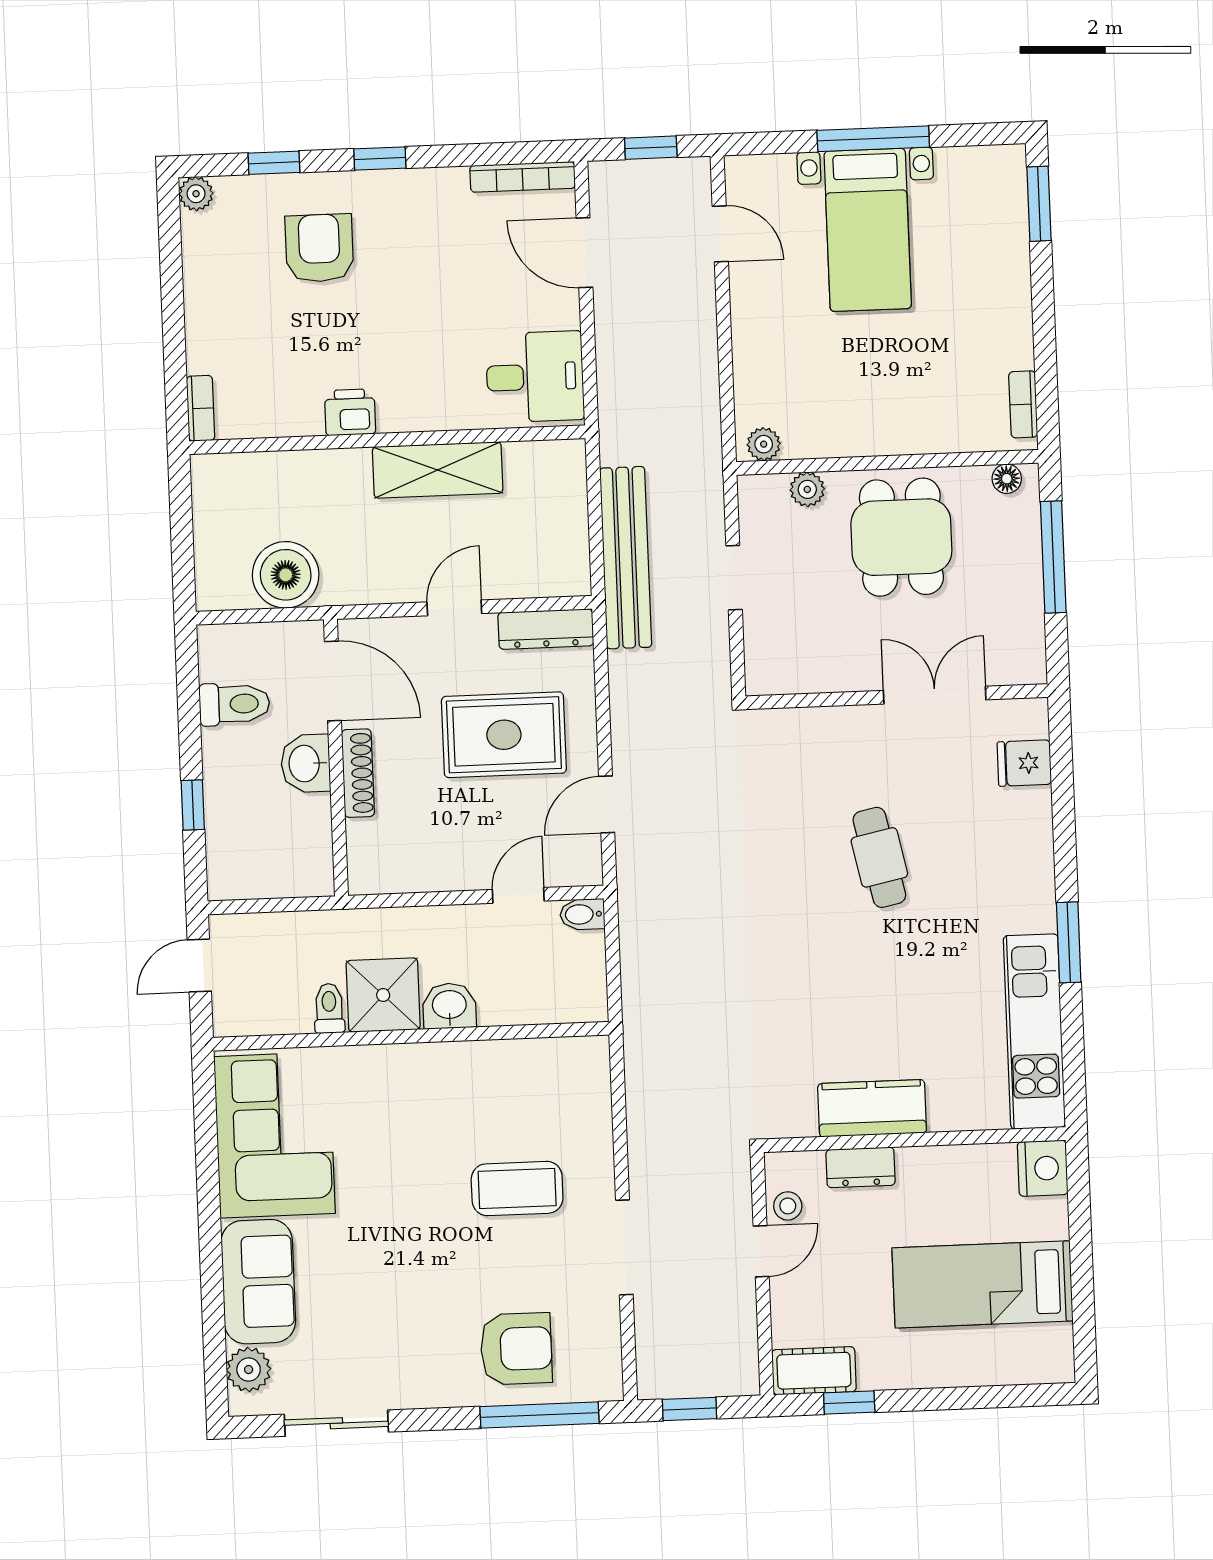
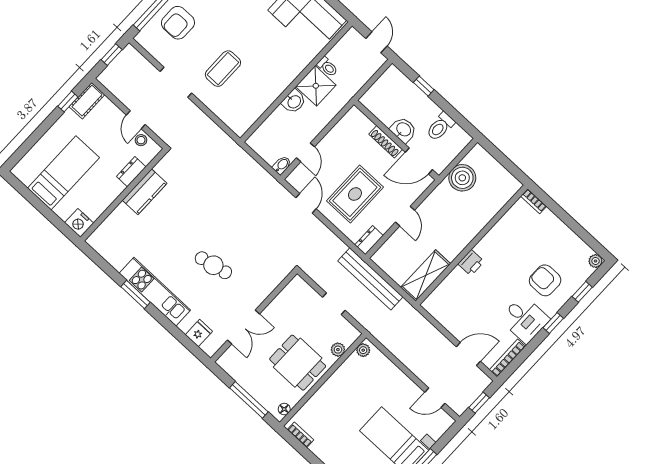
armchair: (319, 248) -> (545, 280), turned 180
desk: (535, 377) -> (525, 319), moved, turned -90
printer: (350, 412) -> (471, 263), moved
shelving: (438, 470) -> (426, 276), moved
dresser: (546, 629) -> (369, 240), width x0.70
kitchen unit: (1034, 1032) -> (155, 292), moved

